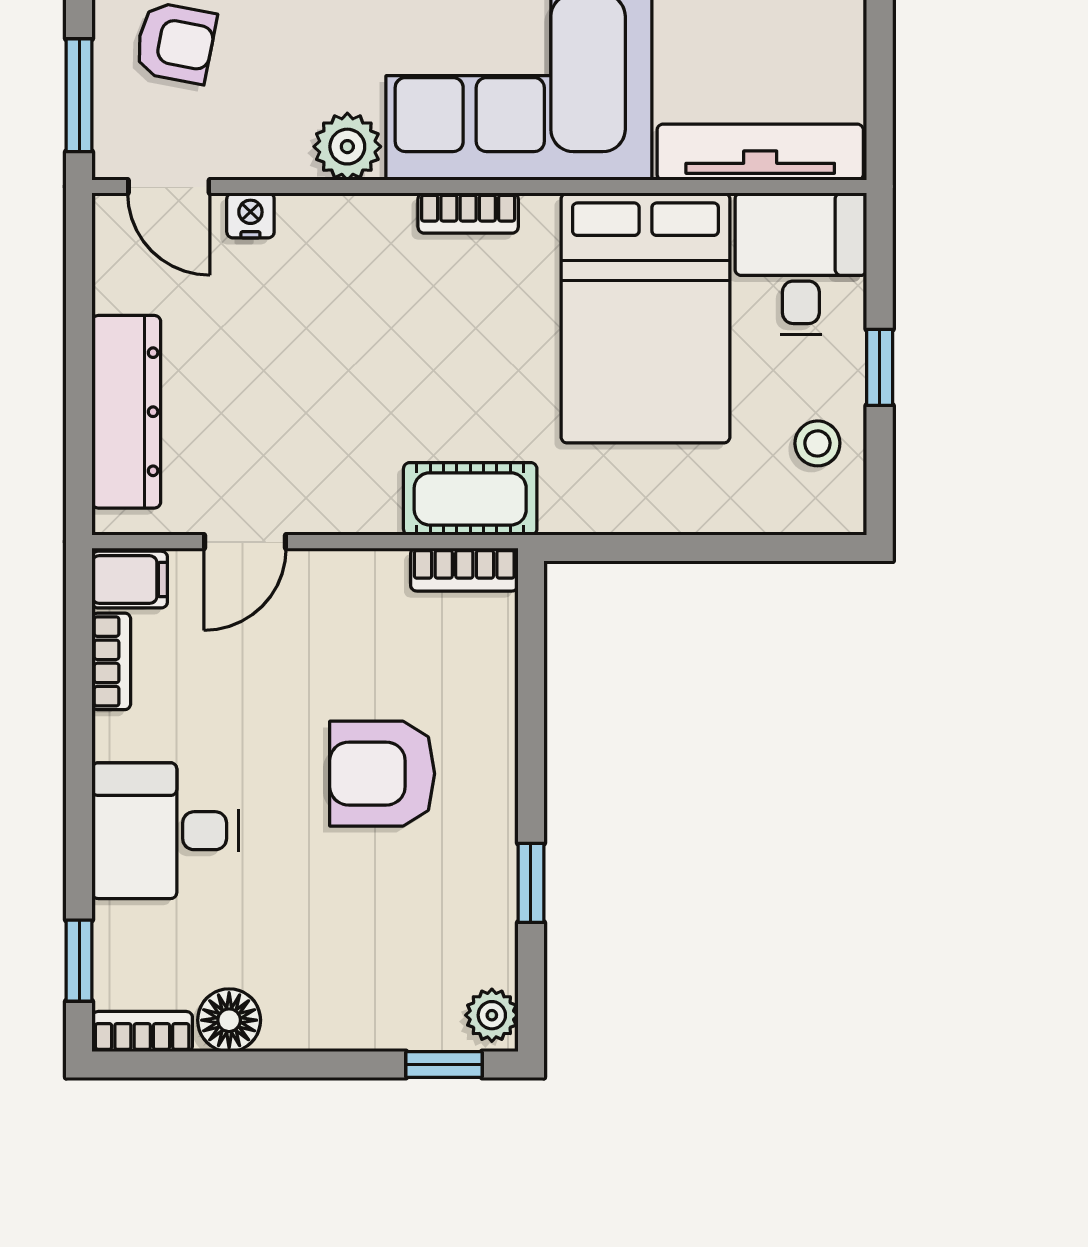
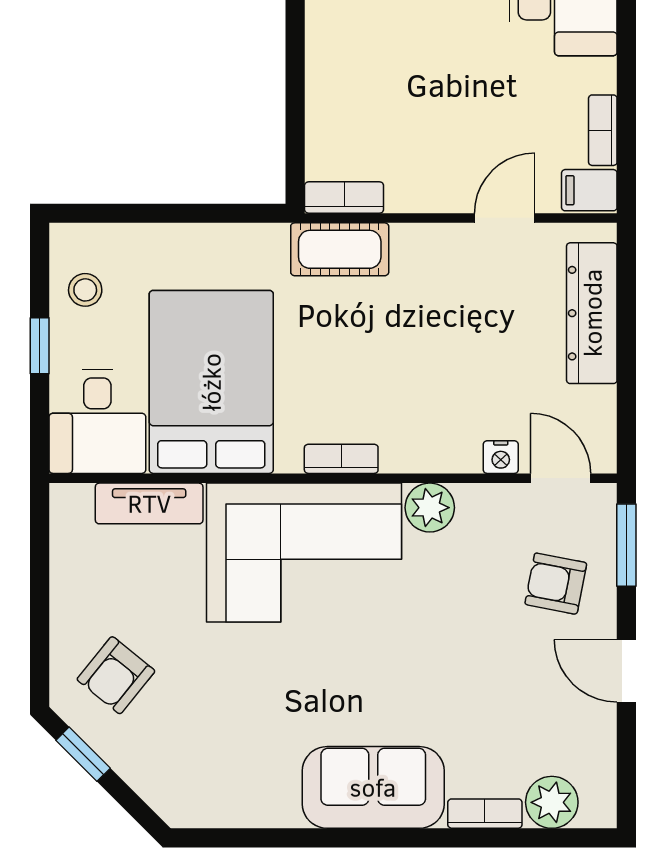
tv unit: (760, 152) -> (149, 503), width x0.71
armchair: (382, 774) -> (404, 48), removed

